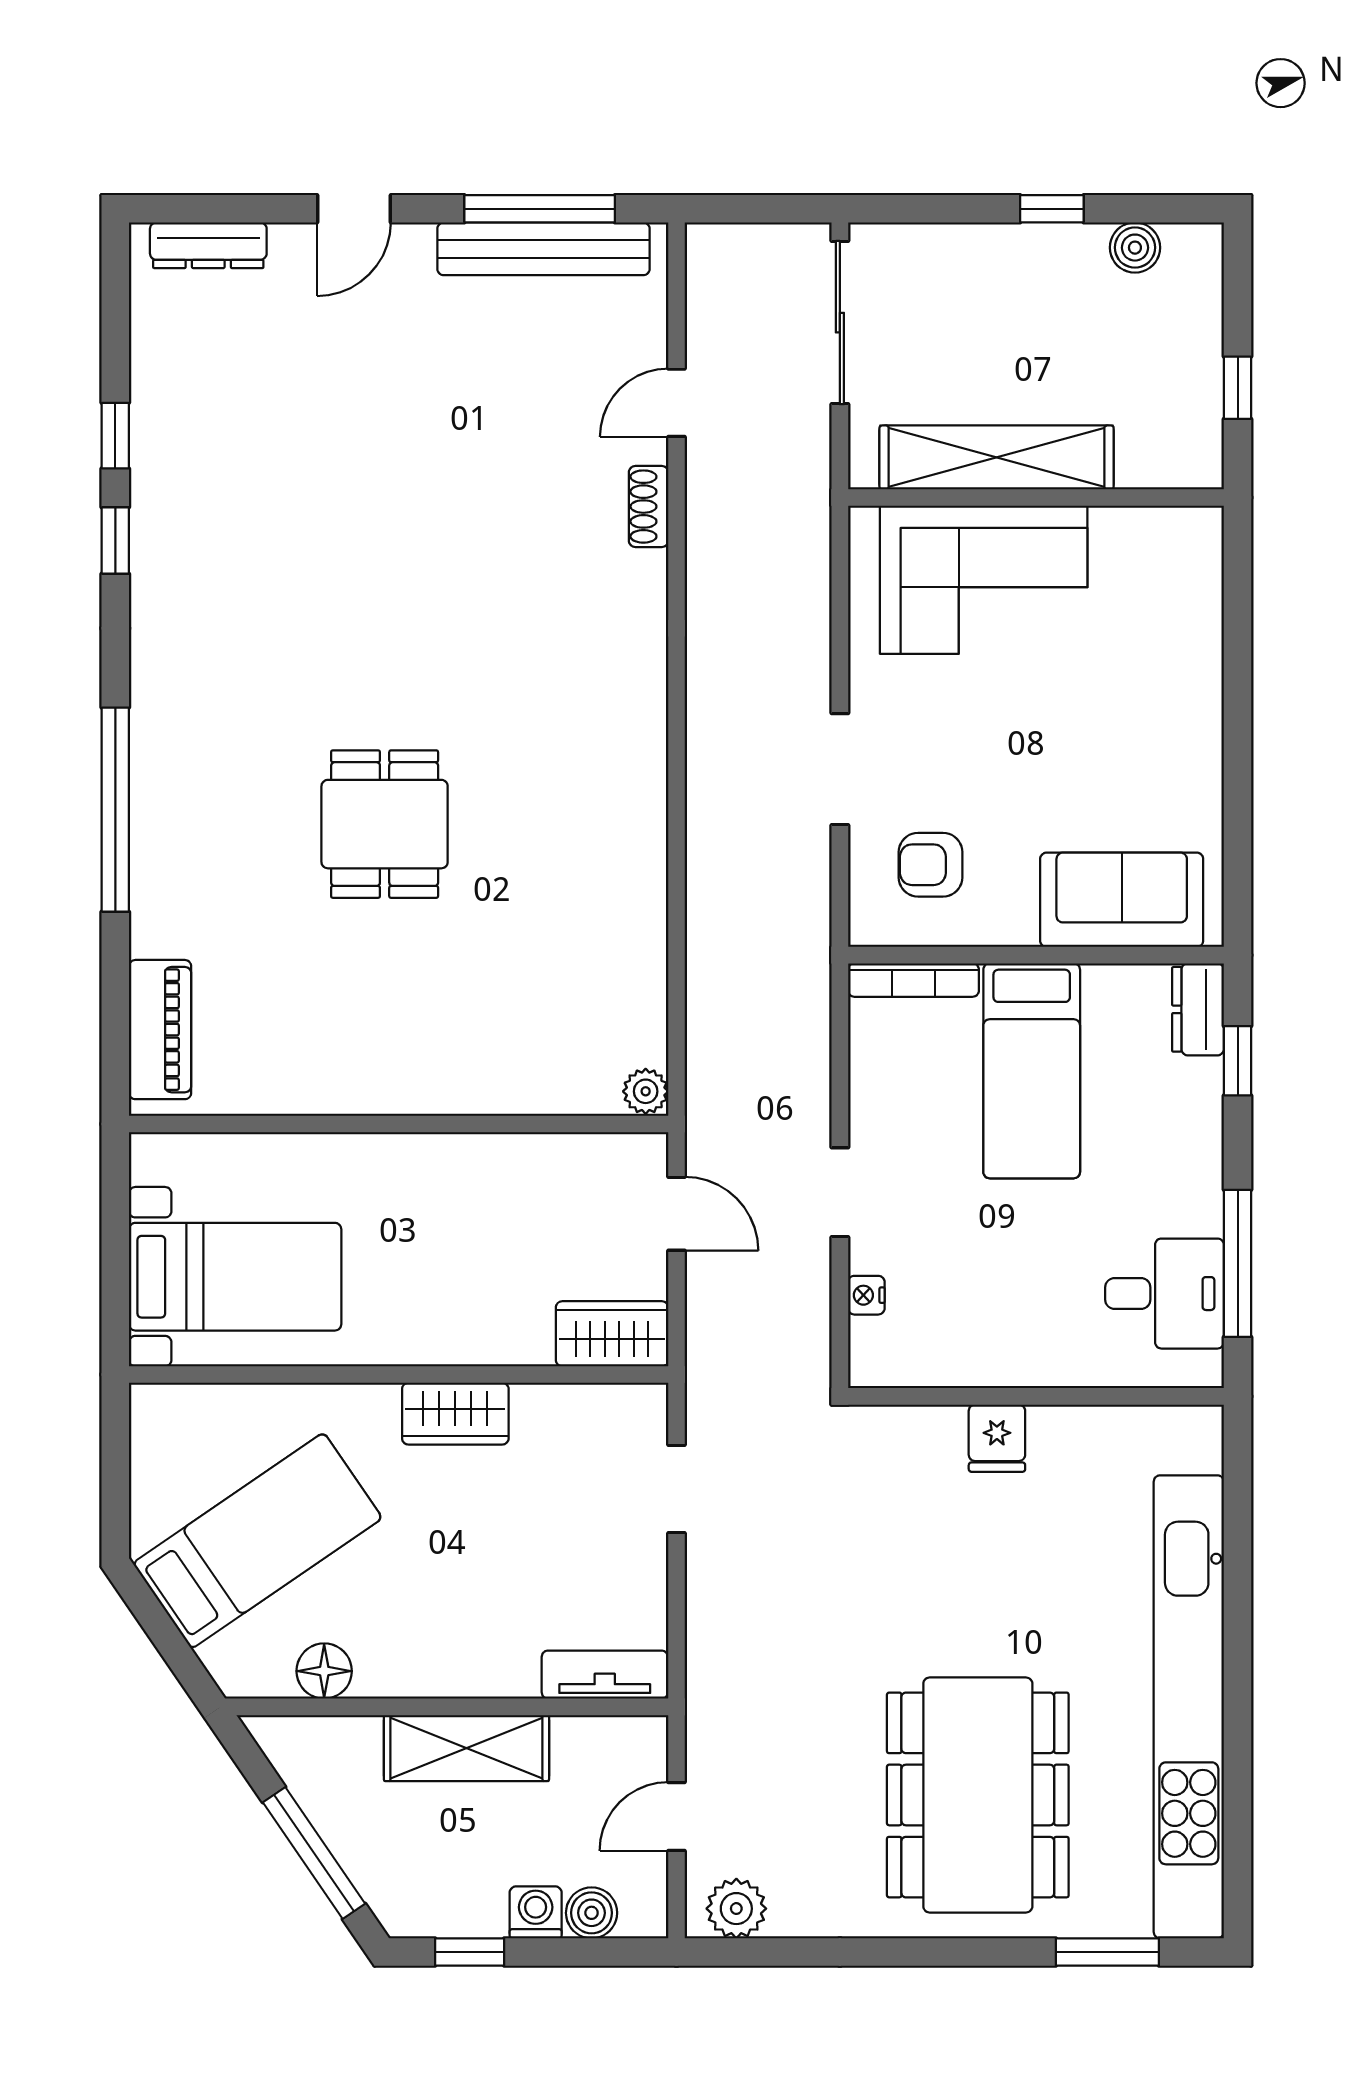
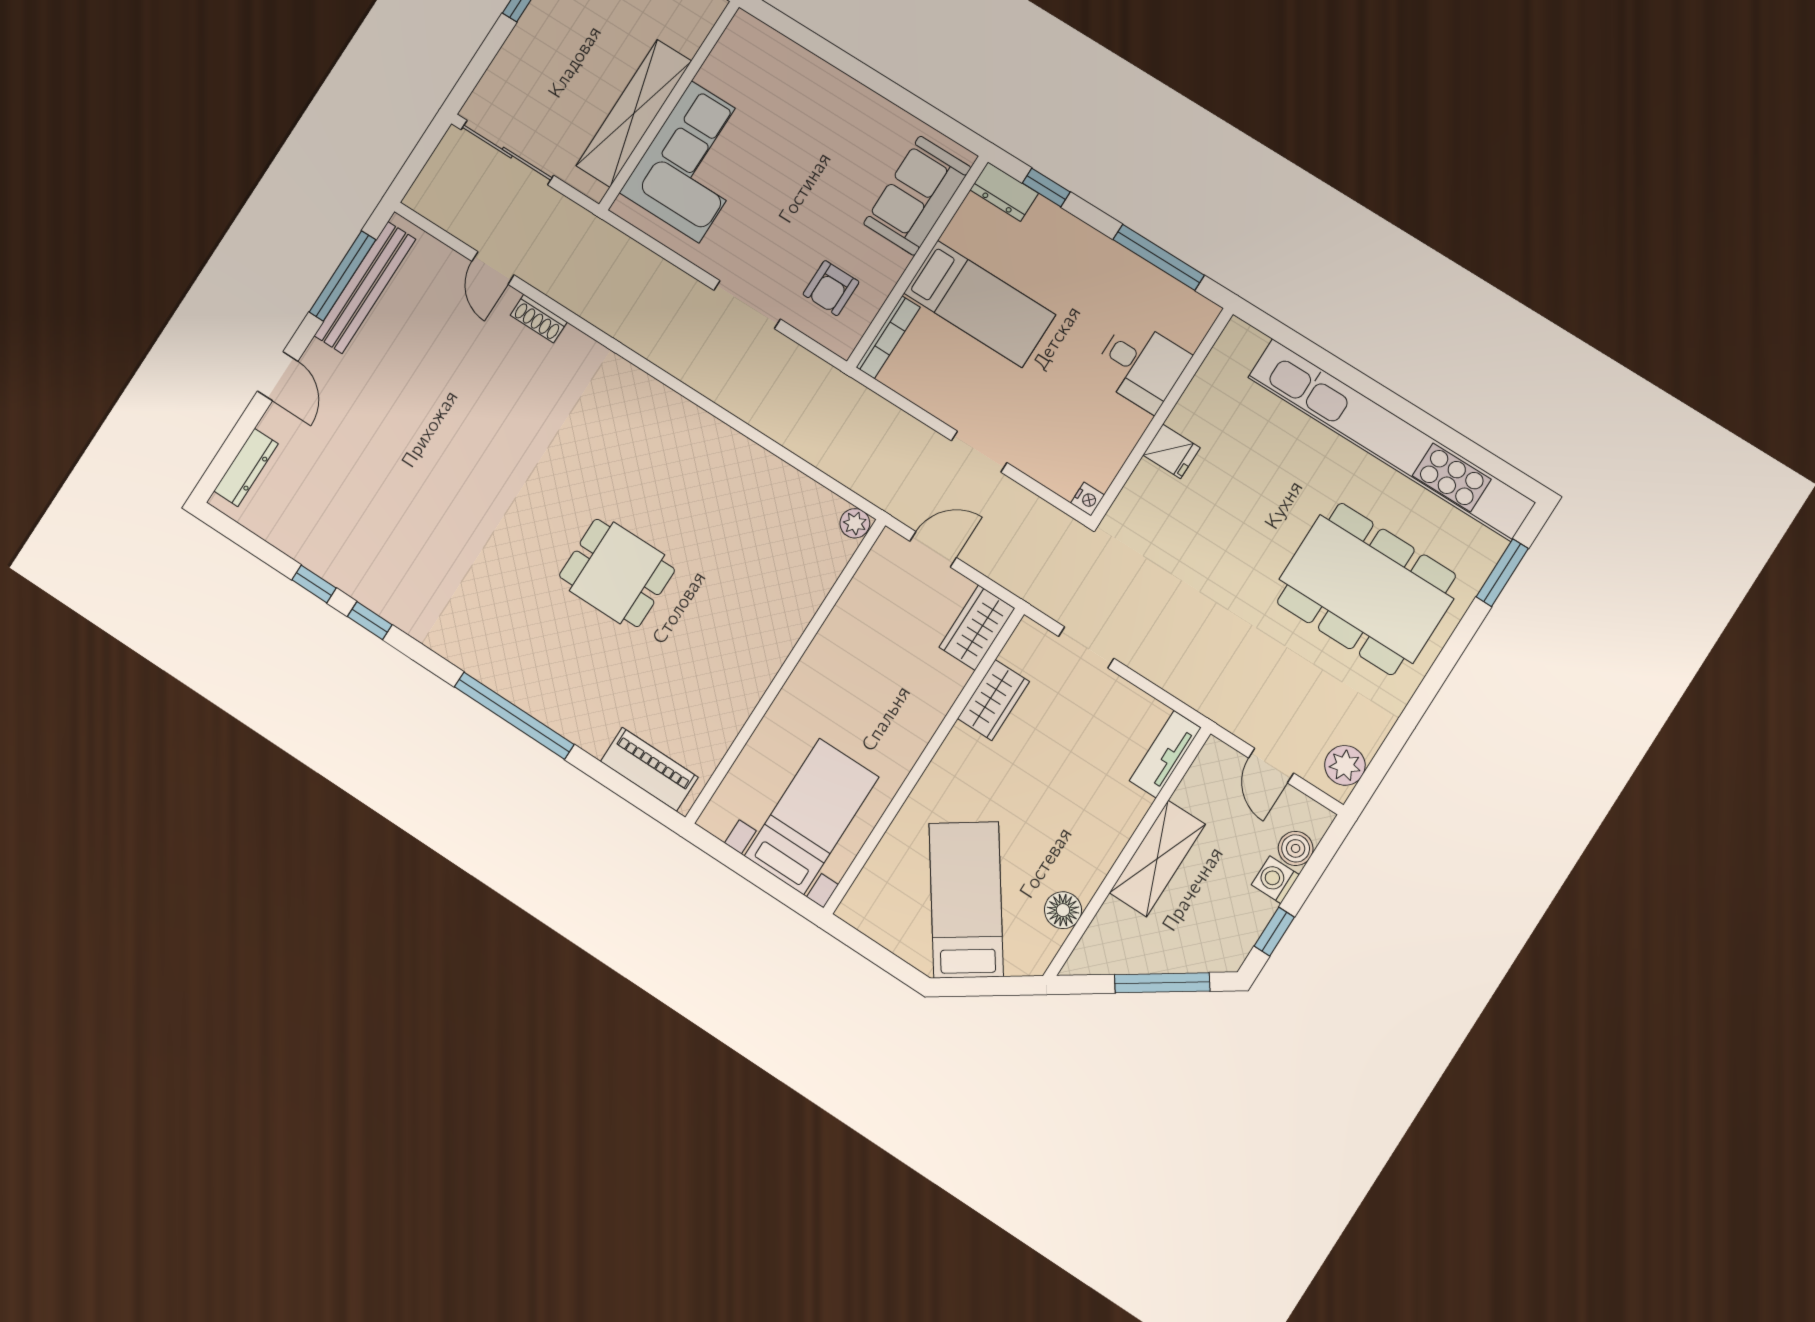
desk: (1165, 1294) -> (1141, 365), moved, turned 90
nightstand: (866, 1295) -> (1087, 499), moved, turned -90
wardrobe: (455, 1414) -> (993, 700), moved

